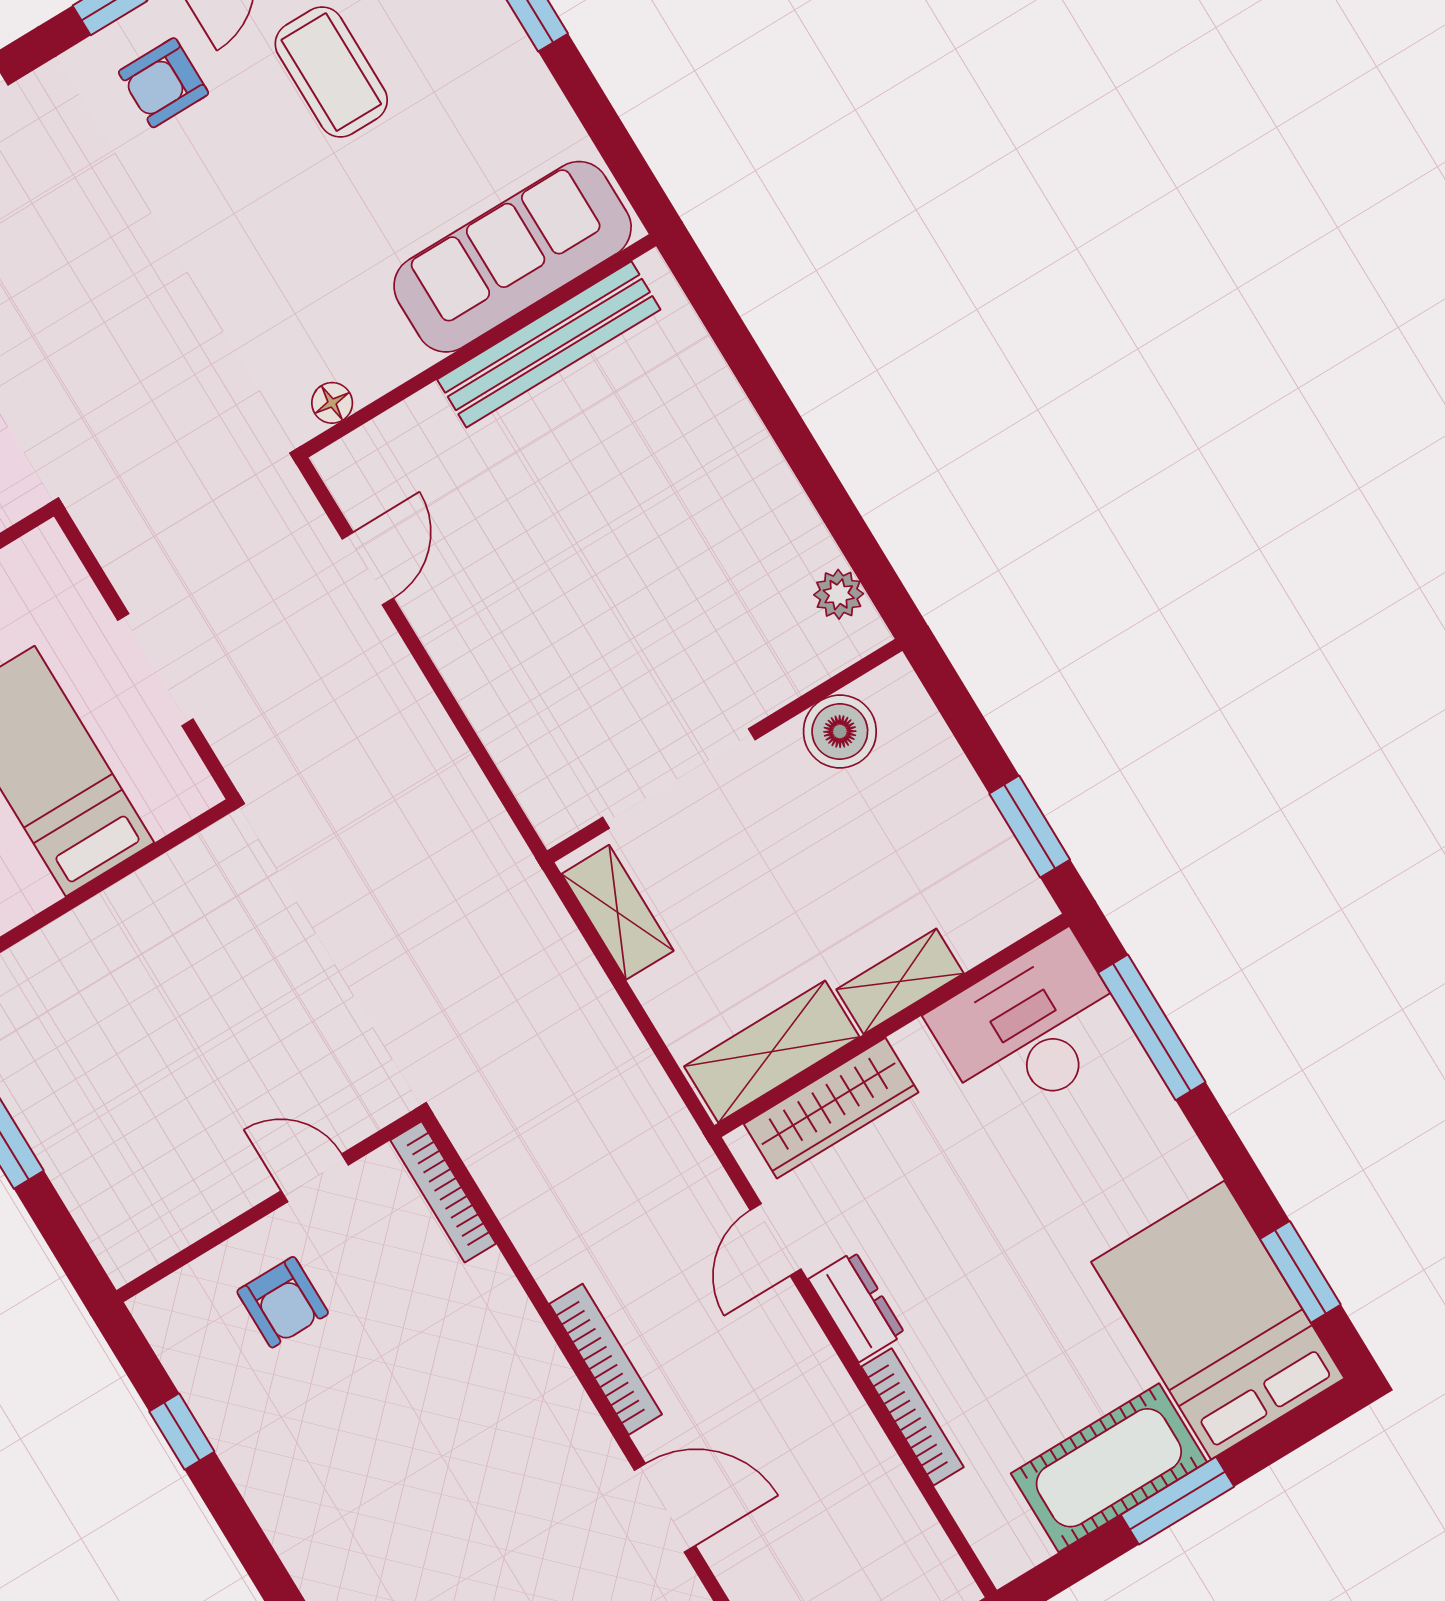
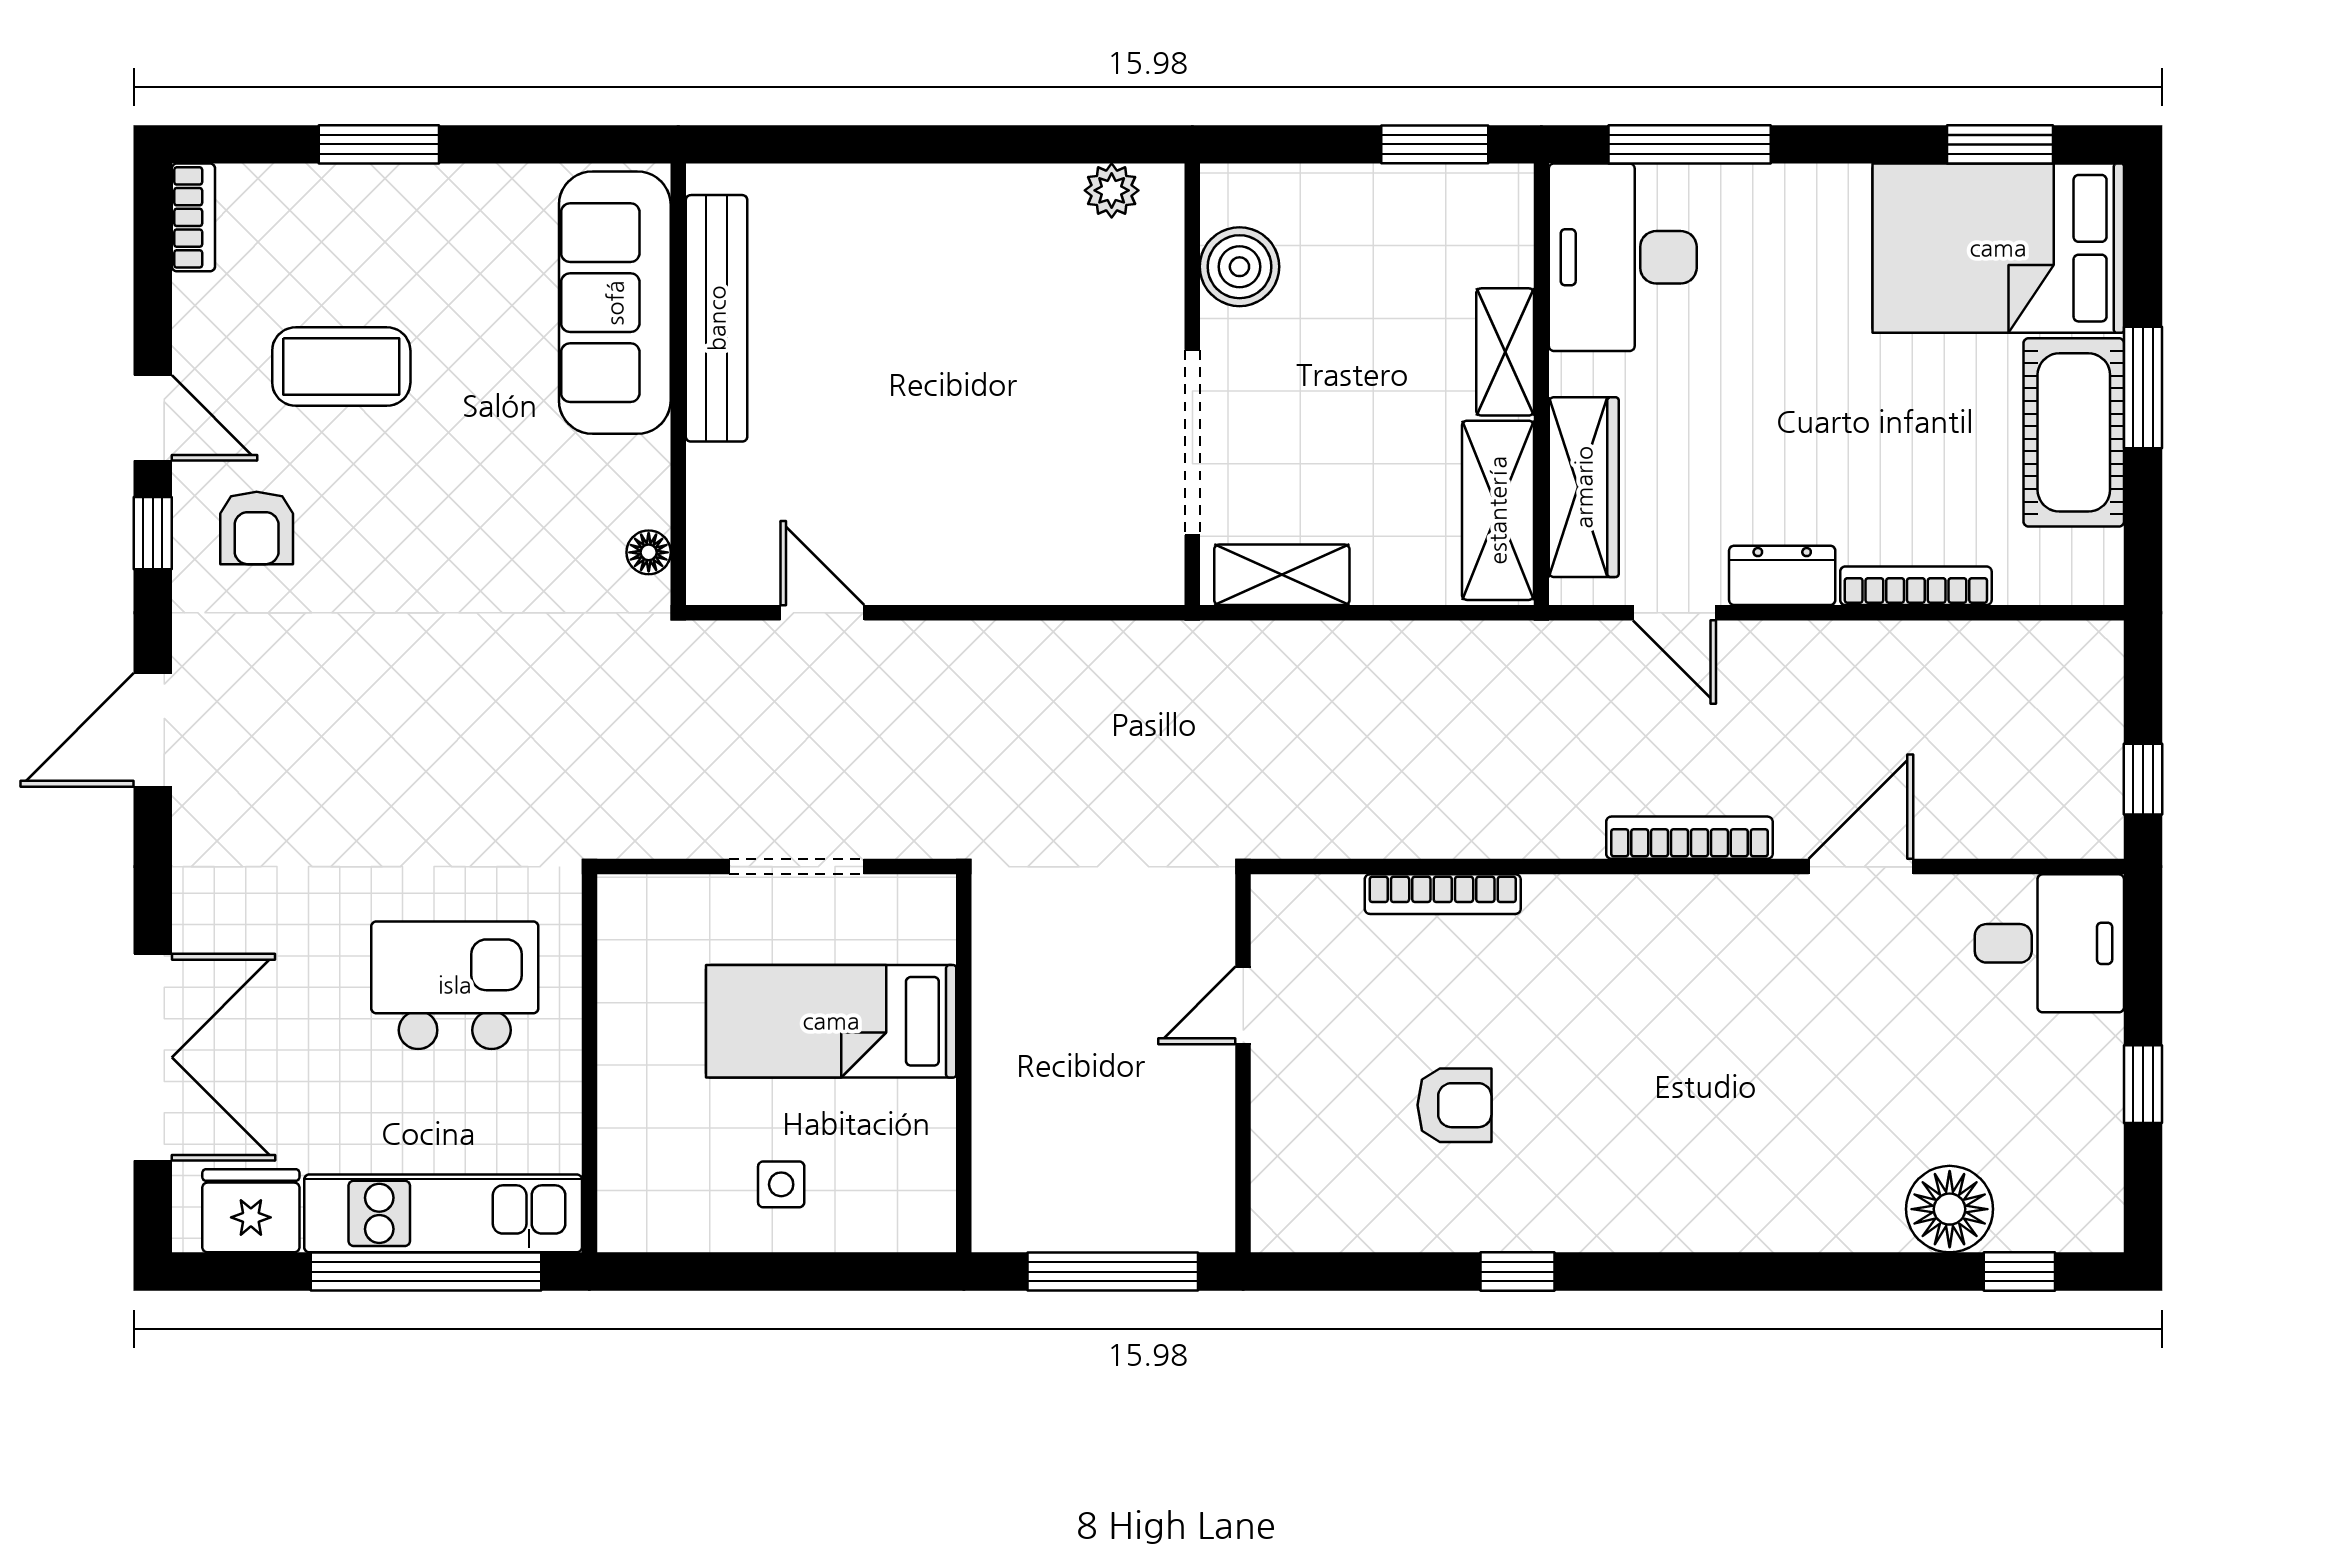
door: (315, 1178) -> (1243, 1005), moved
wall: (269, 1206) -> (1243, 1063), moved

